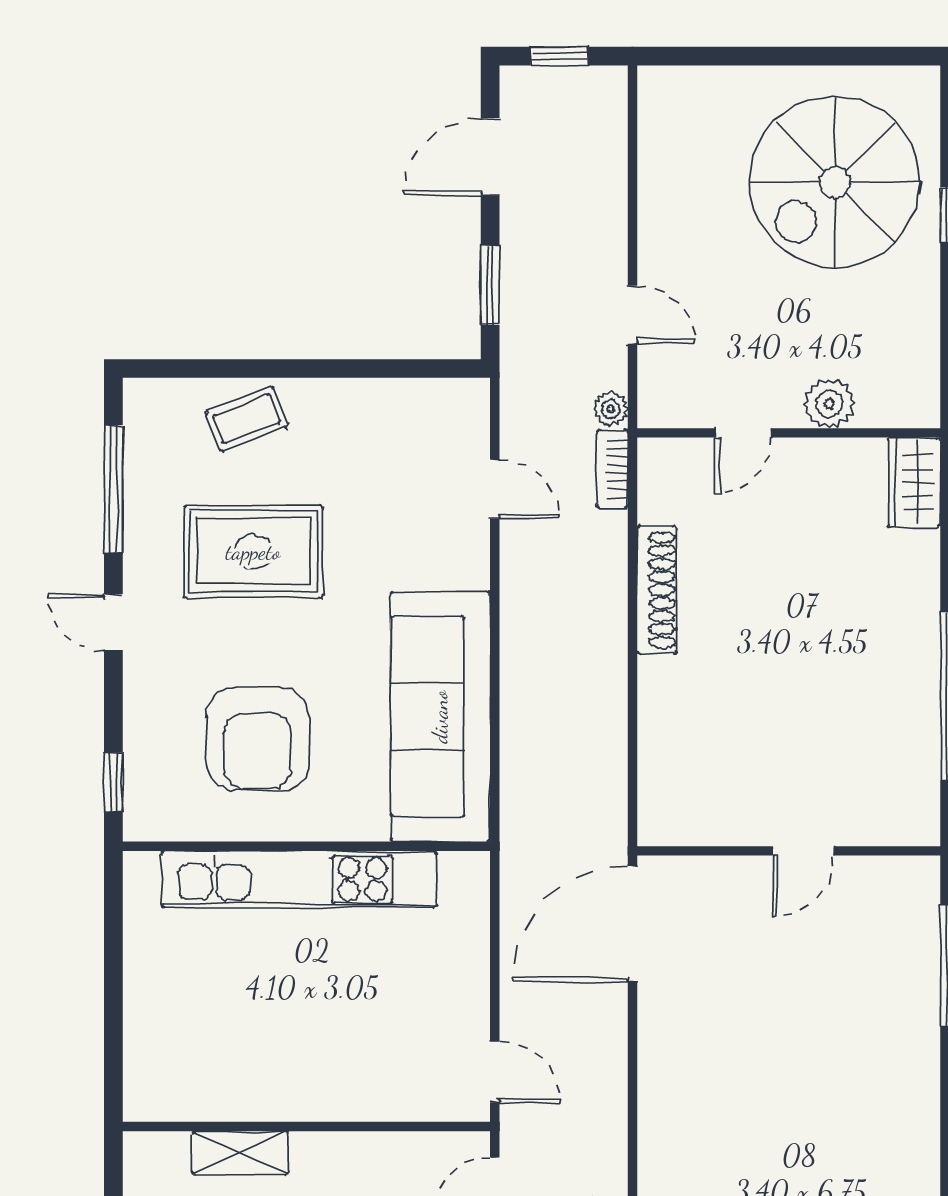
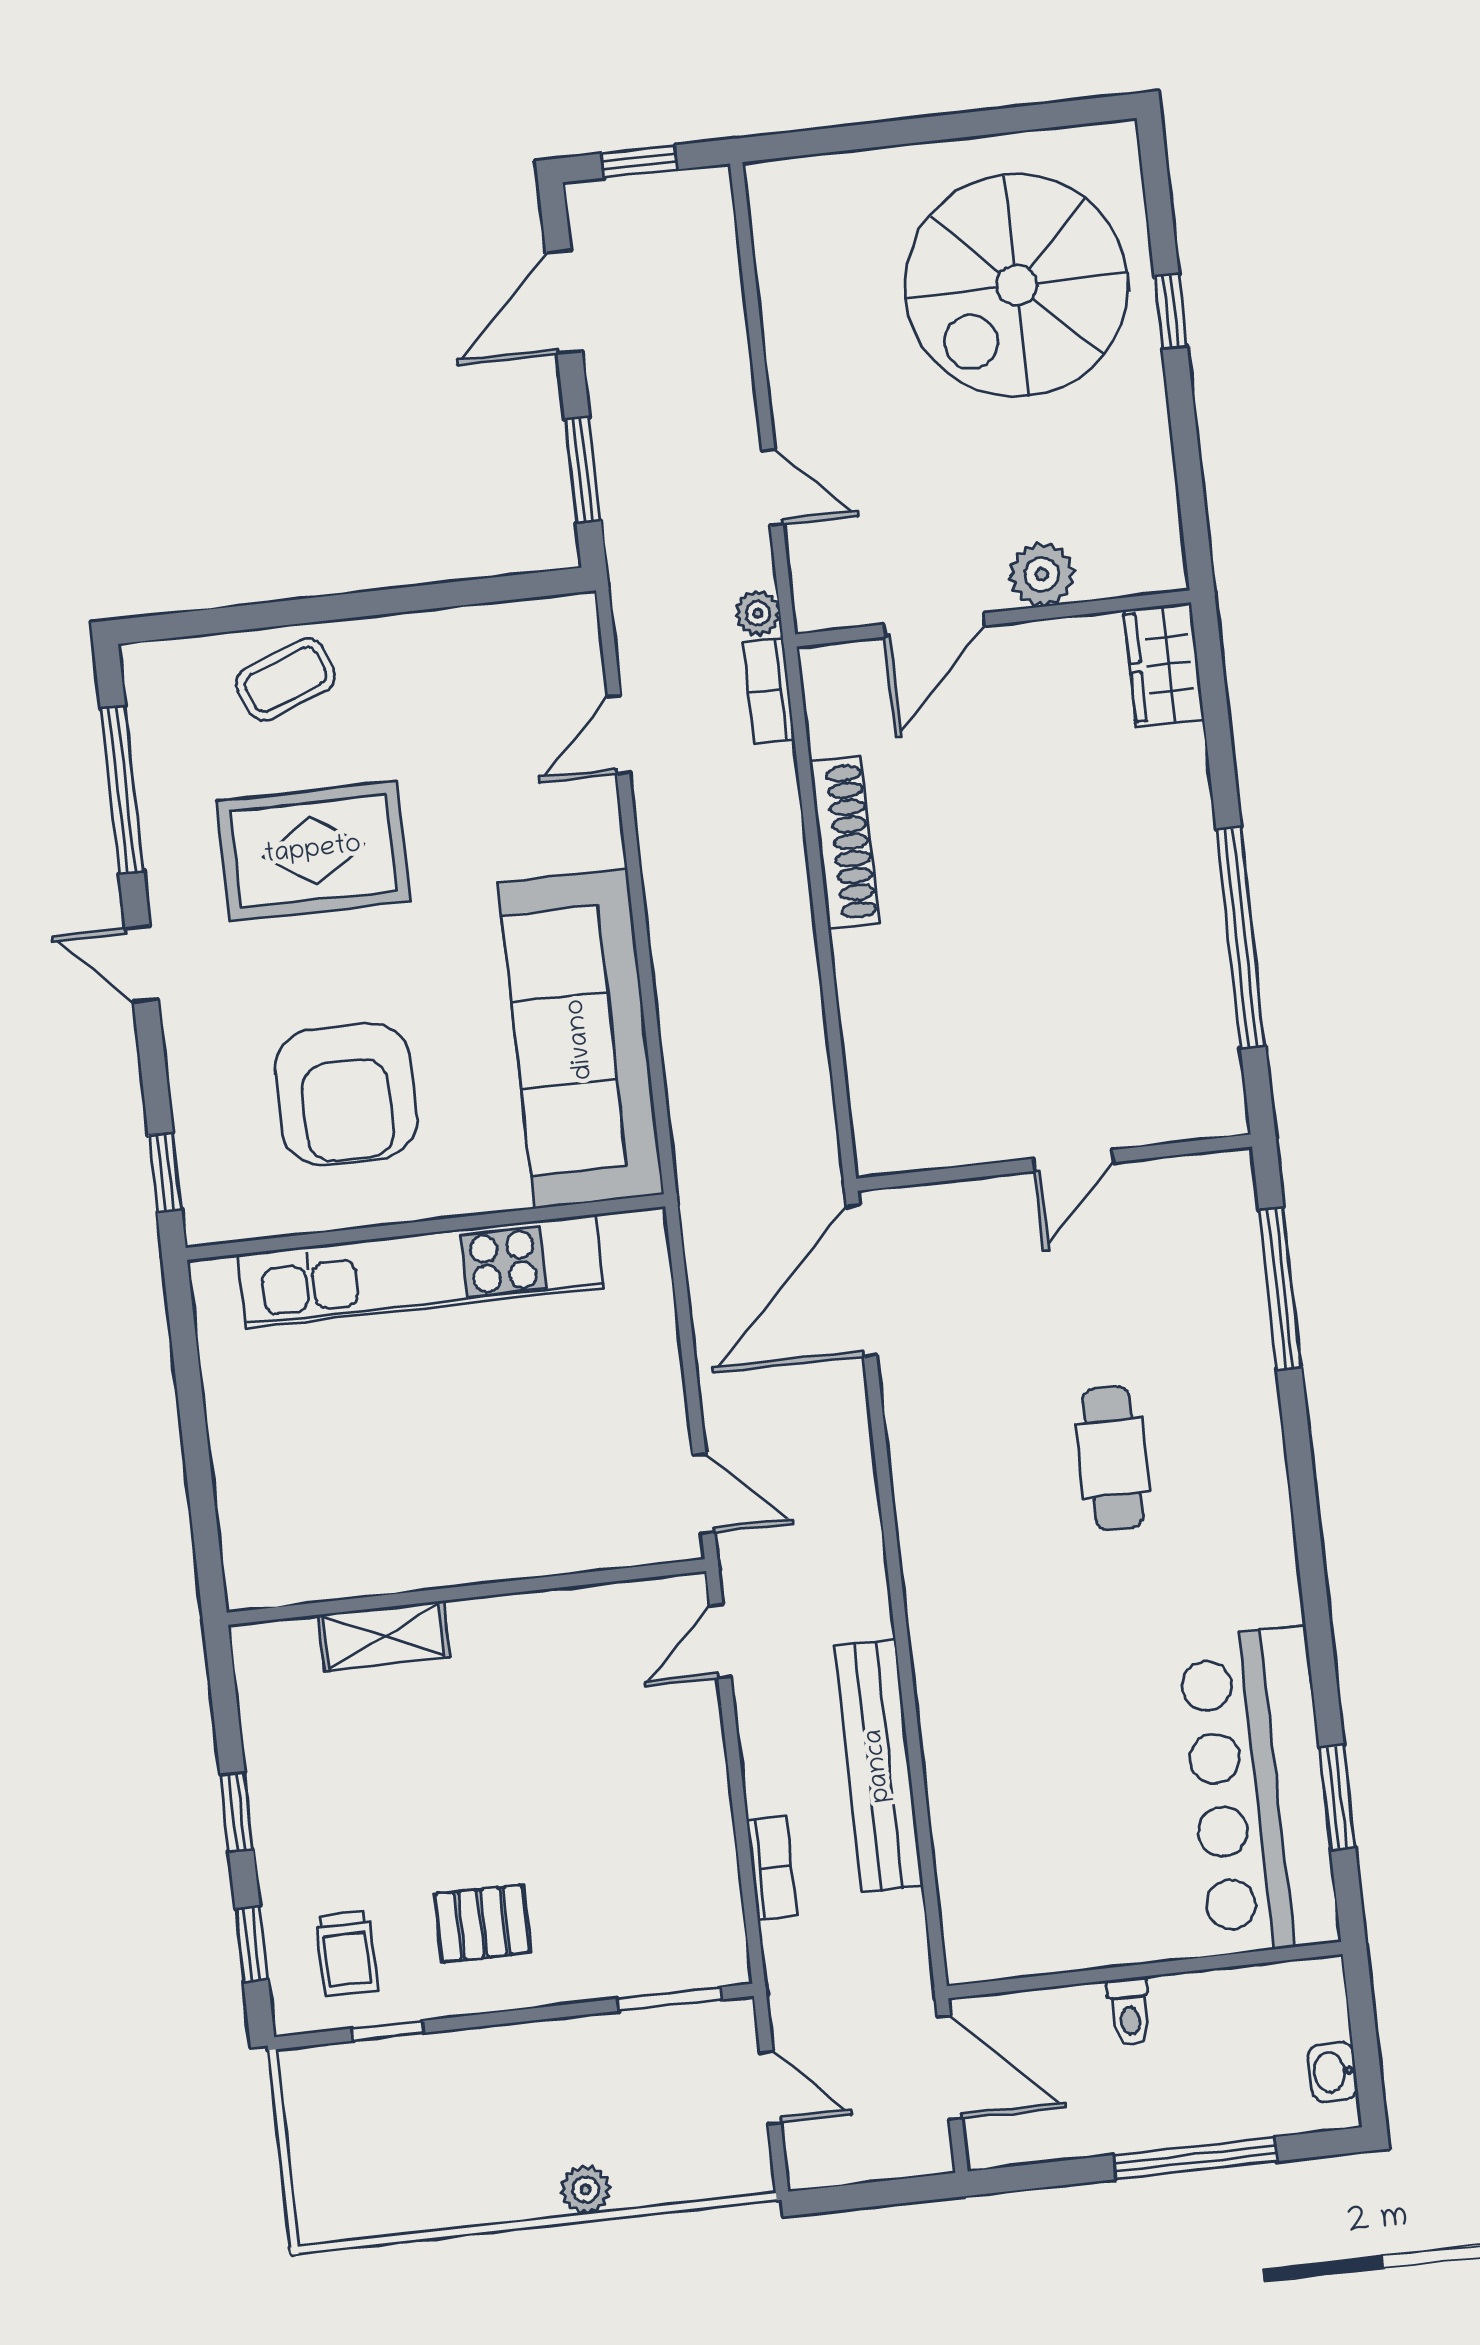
door: (743, 433) -> (934, 625), width x1.38
door: (495, 489) -> (619, 734), swing flipped
cafe table: (808, 1080) -> (1113, 1458), added

